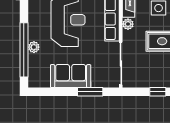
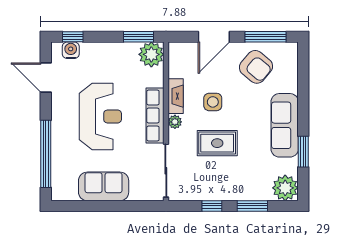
plant: (34, 47) -> (58, 150), removed
window: (90, 92) -> (128, 206), removed

